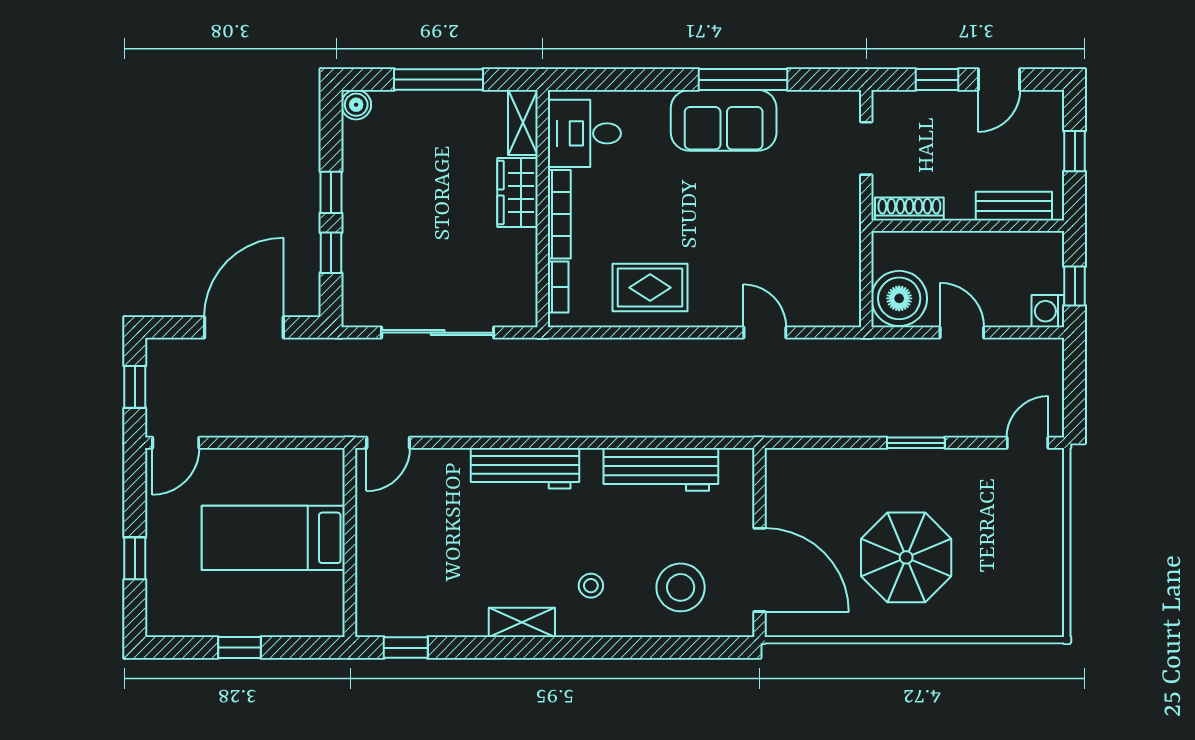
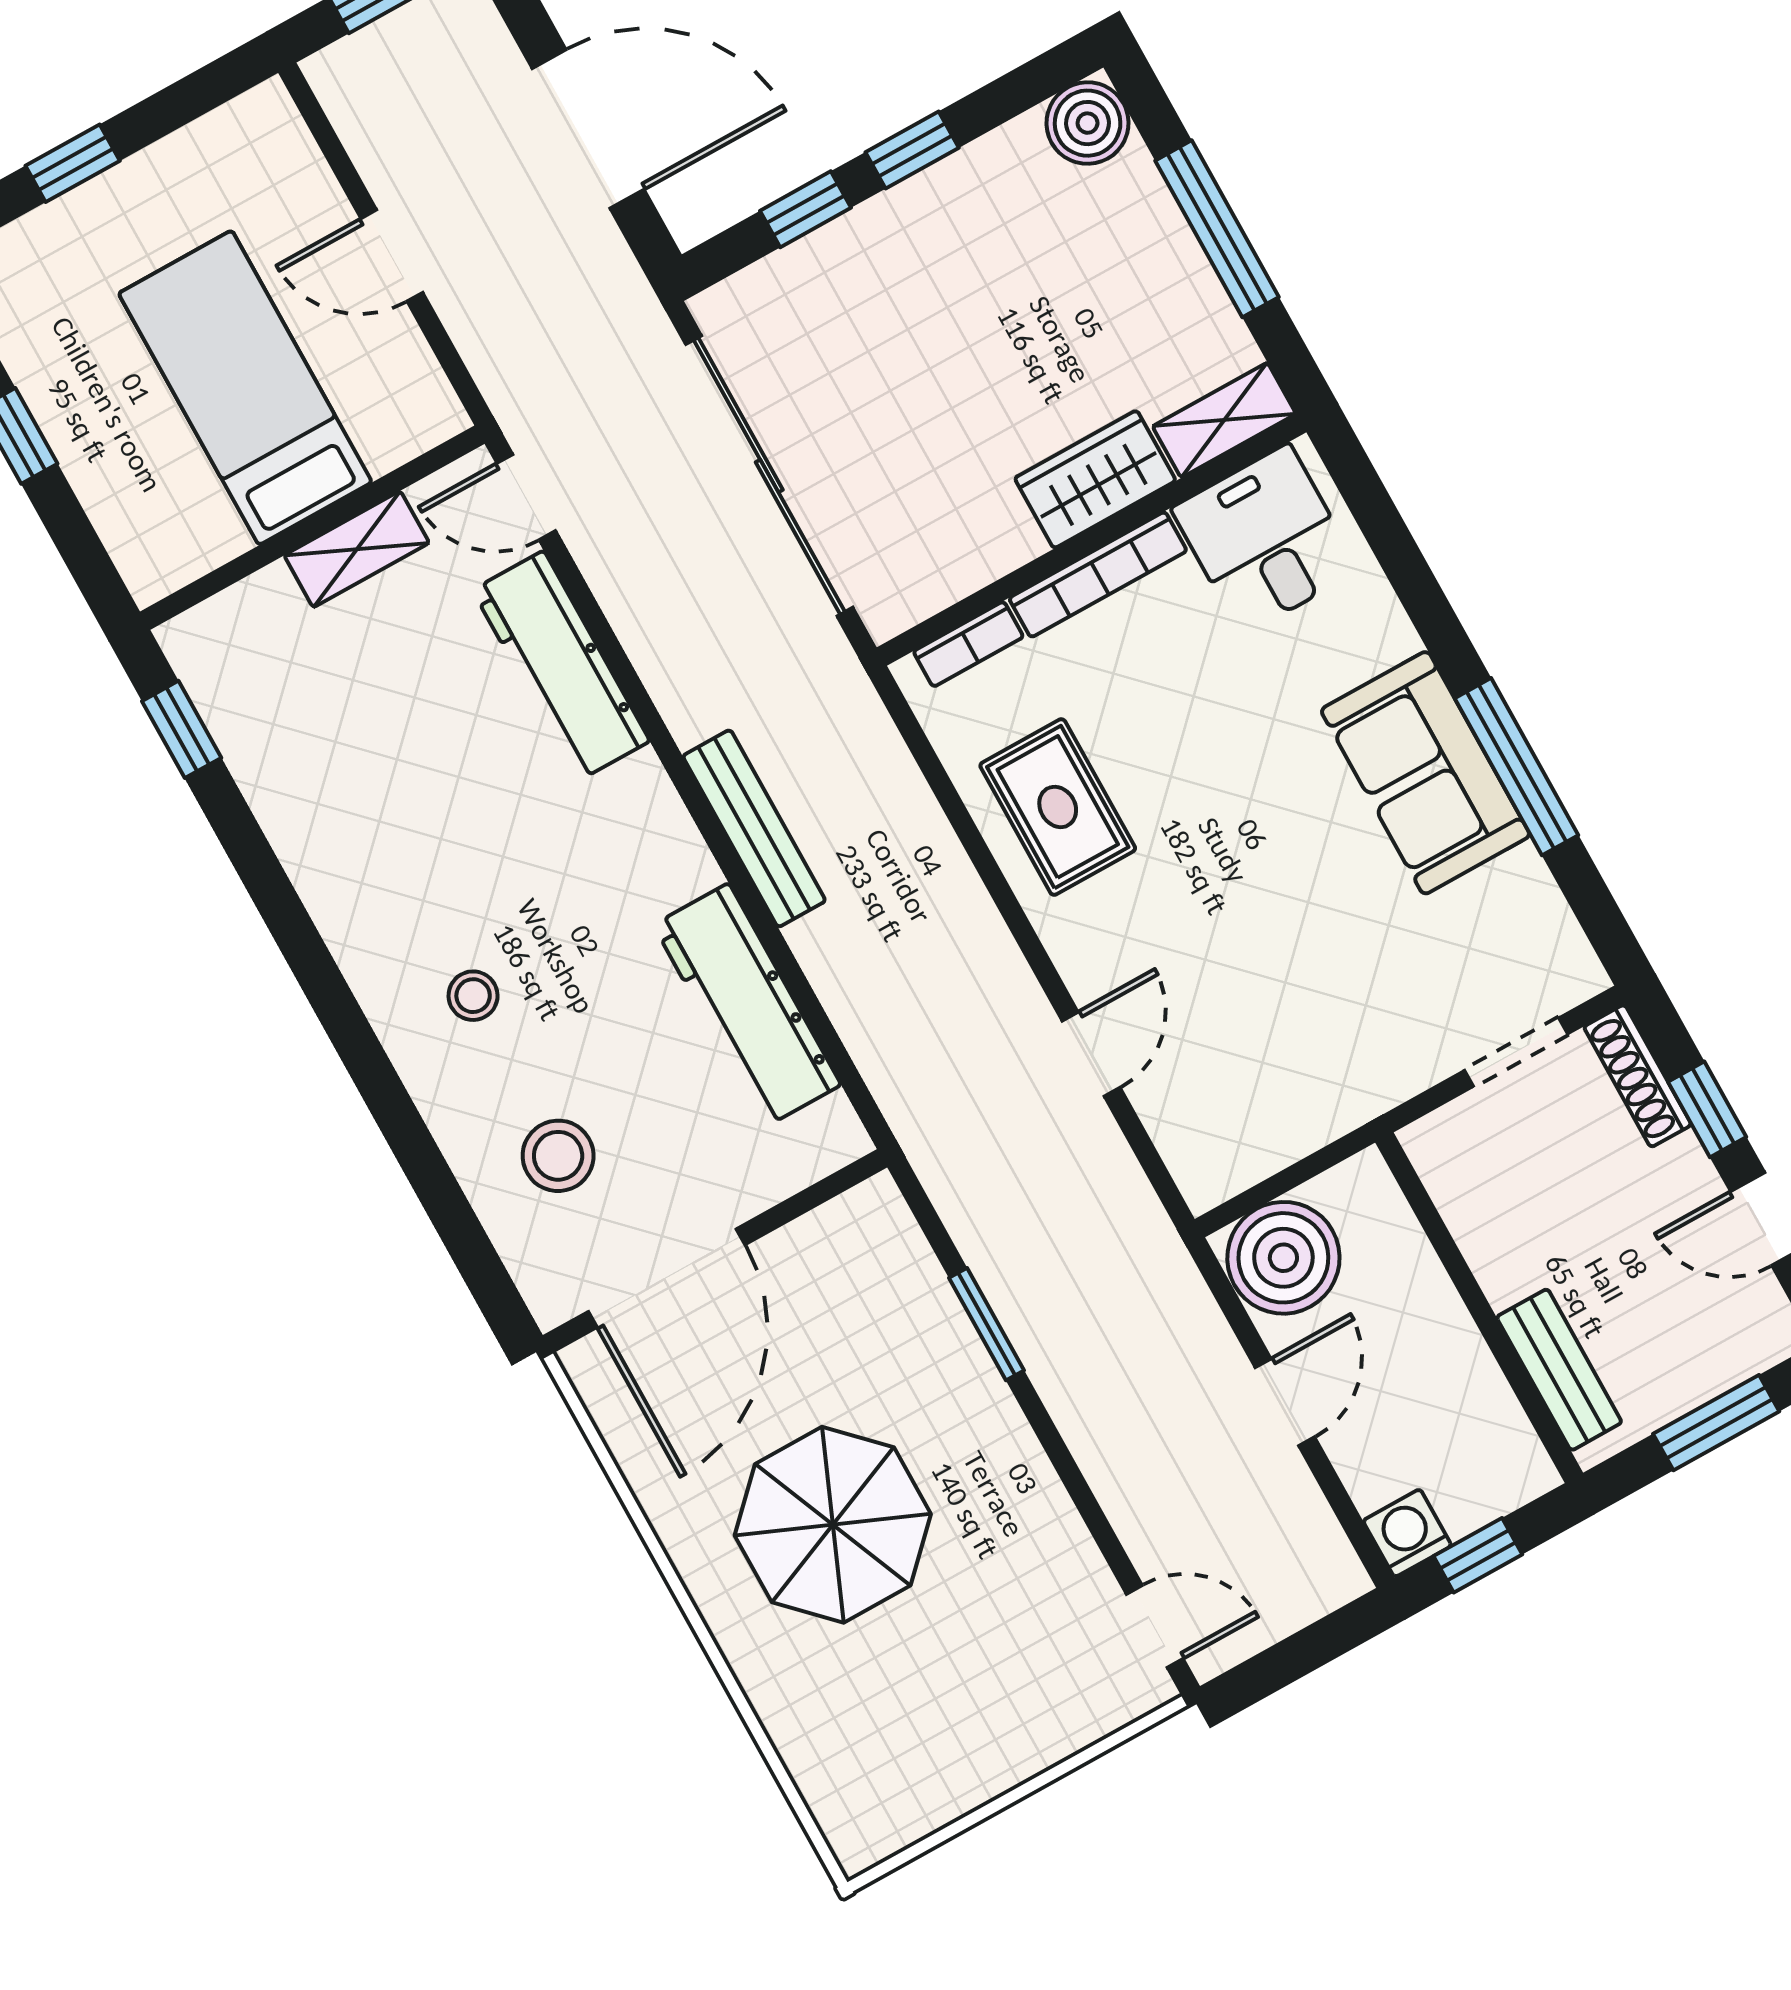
boiler: (356, 105) -> (1088, 123), width x1.36, depth x1.36
window: (1075, 151) -> (1716, 1423), width x1.50
shoe rack: (909, 209) -> (1638, 1076), moved, turned 180
sliding door: (438, 333) -> (769, 476), width x1.36
bench: (586, 424) -> (754, 828), added
door: (176, 443) -> (392, 256), moved
window: (916, 443) -> (987, 1324), moved
workbench: (525, 468) -> (561, 666), moved
stool: (681, 587) -> (558, 1156), width x0.73, depth x0.73
shelving: (522, 622) -> (357, 549), moved, turned 90

